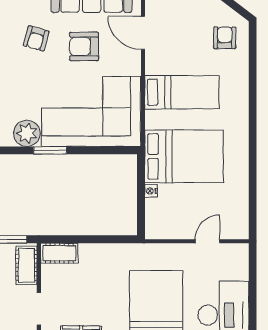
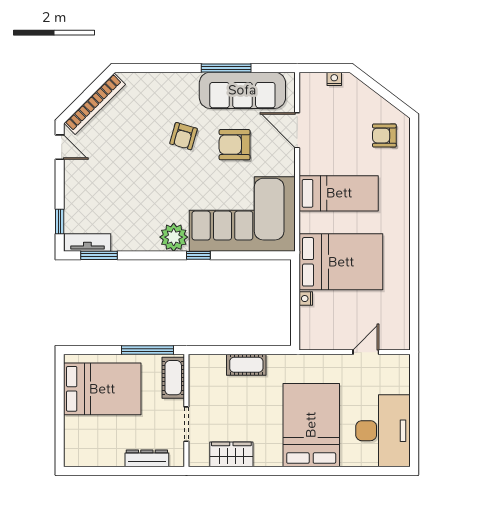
armchair: (225, 38) -> (384, 136), turned -90
window: (50, 150) -> (198, 255), width x0.67
cot: (59, 253) -> (246, 365), moved

